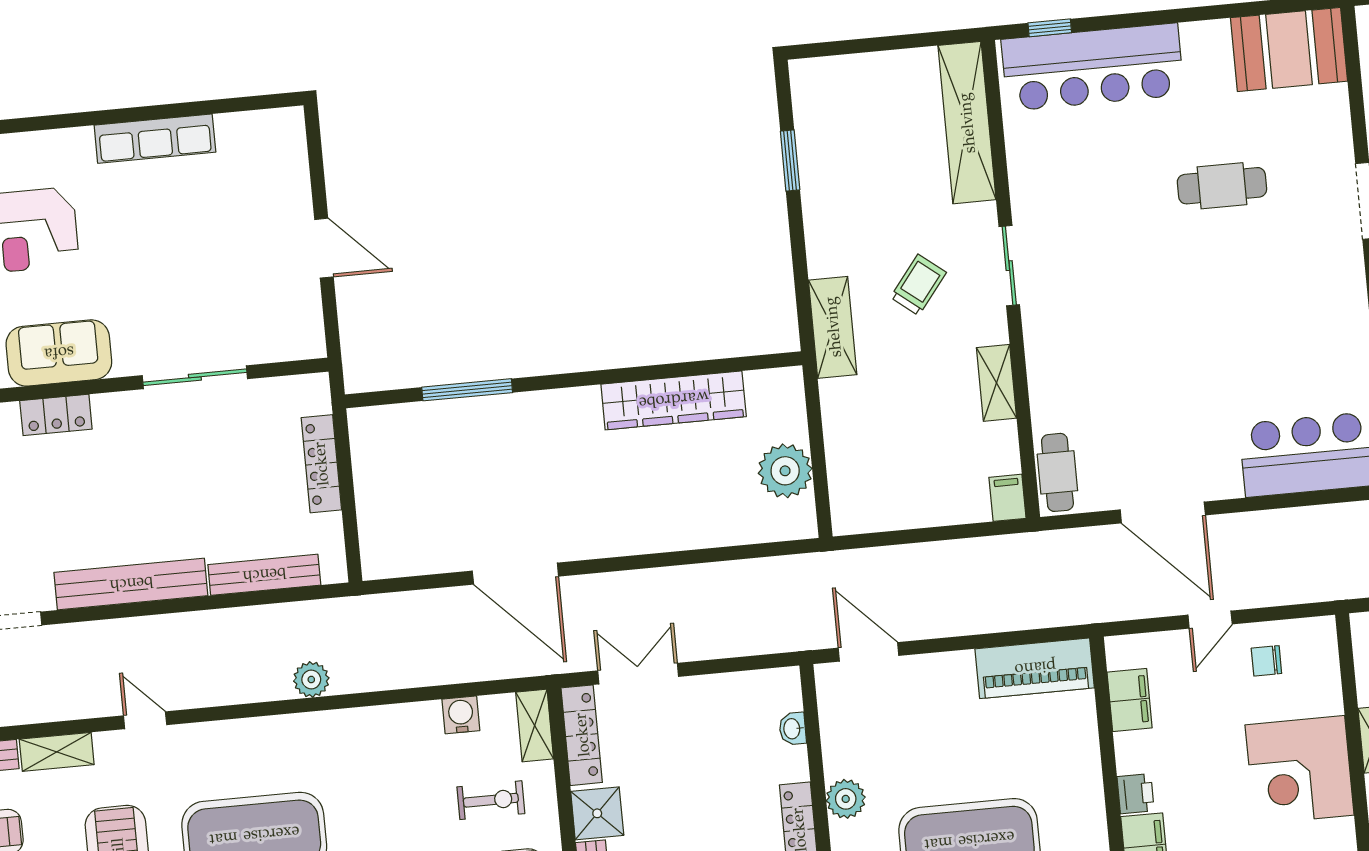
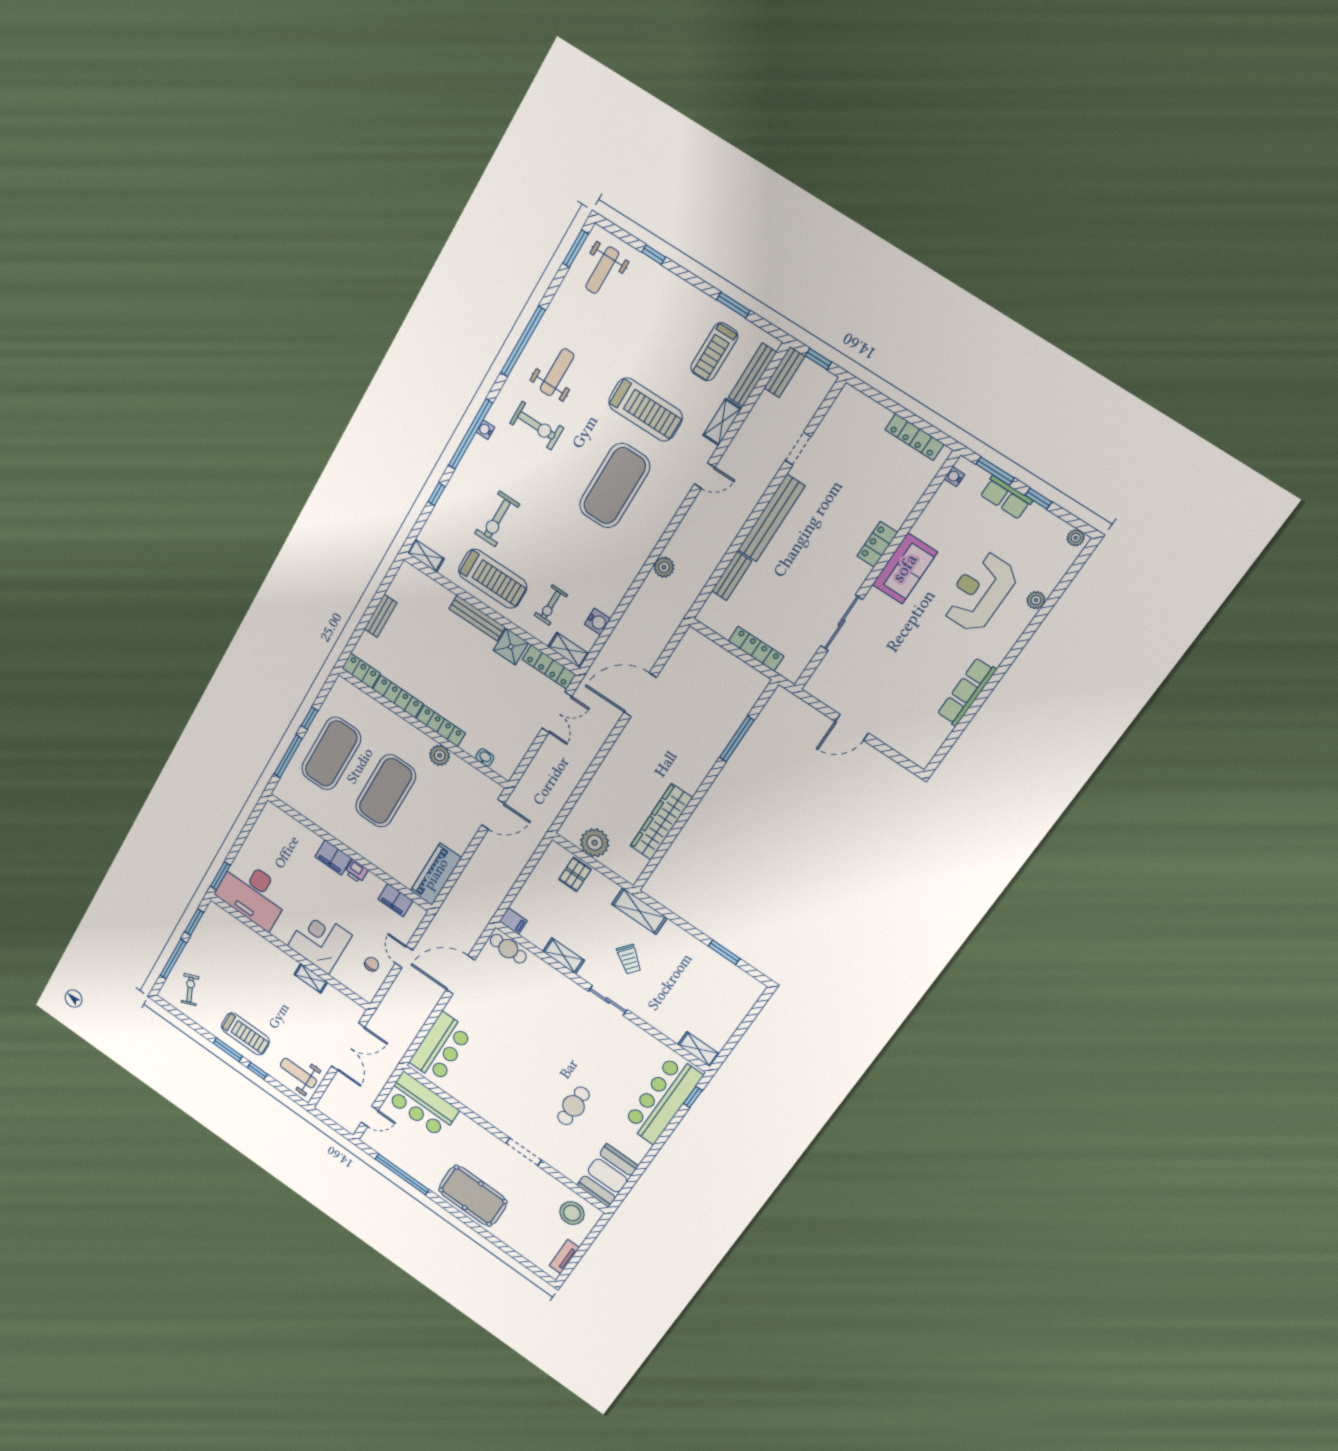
shelving: (967, 123) -> (699, 1049), width x0.45, depth x0.75
pallet: (857, 462) -> (575, 874), added
bench: (264, 575) -> (732, 576), width x0.73

